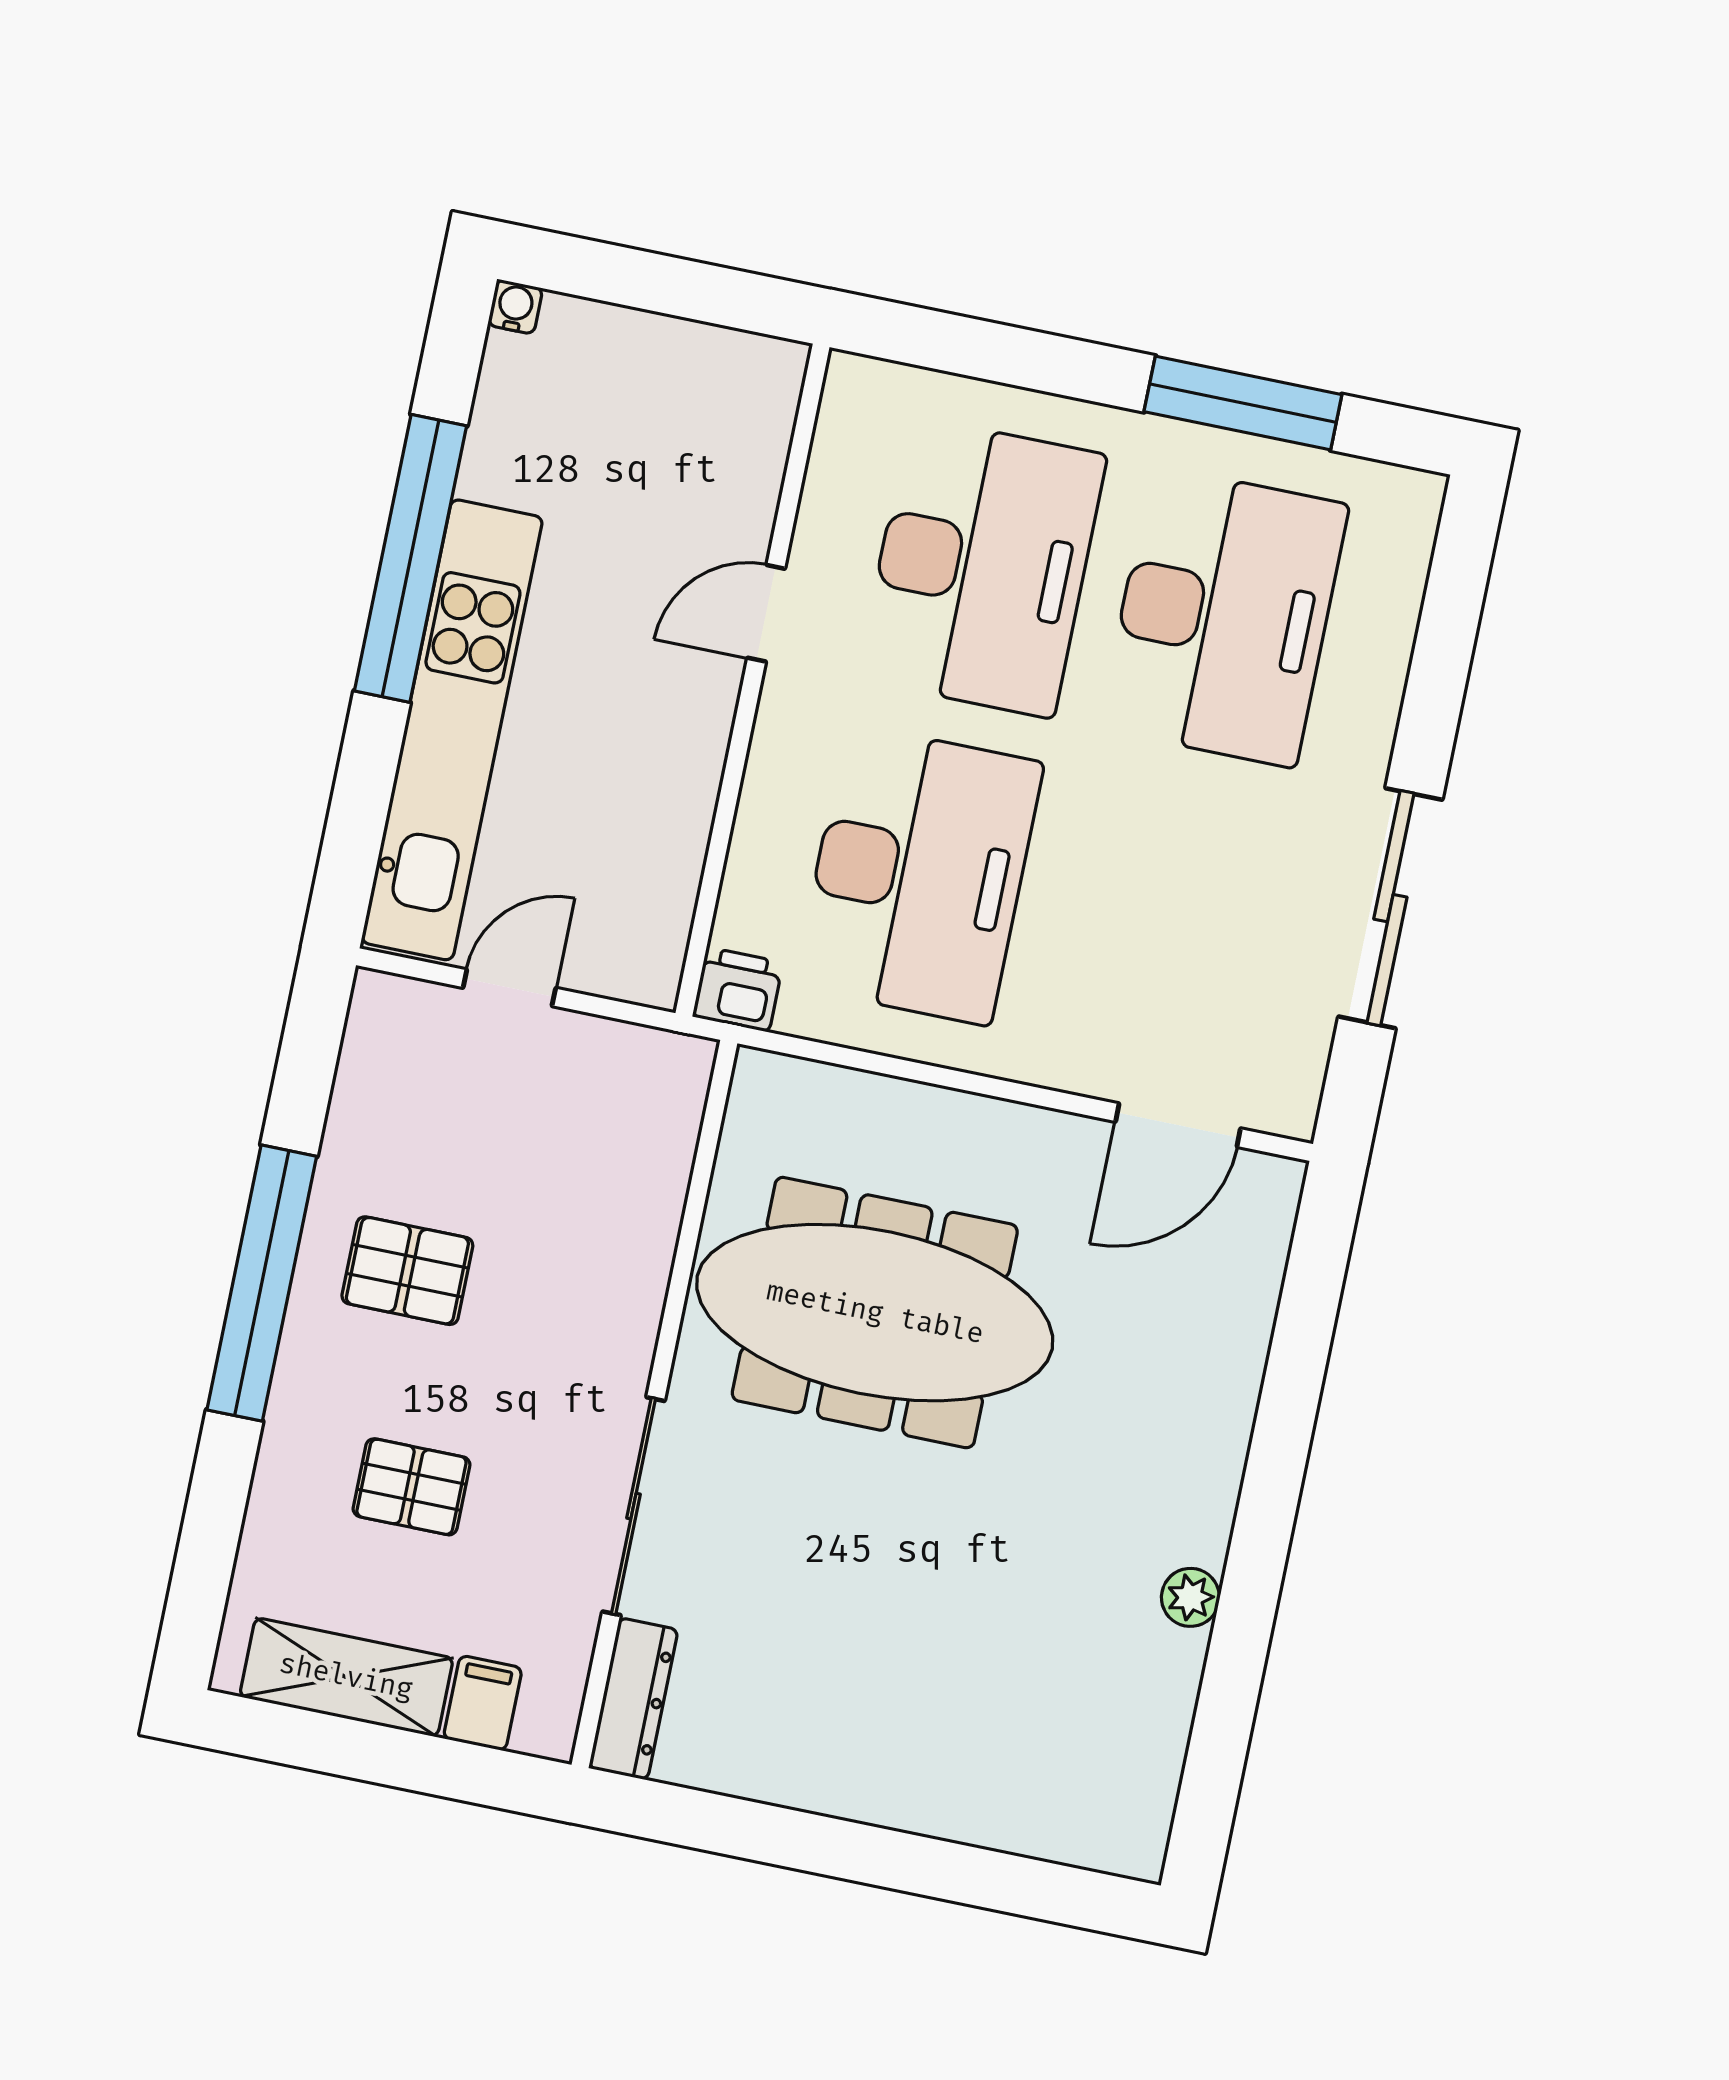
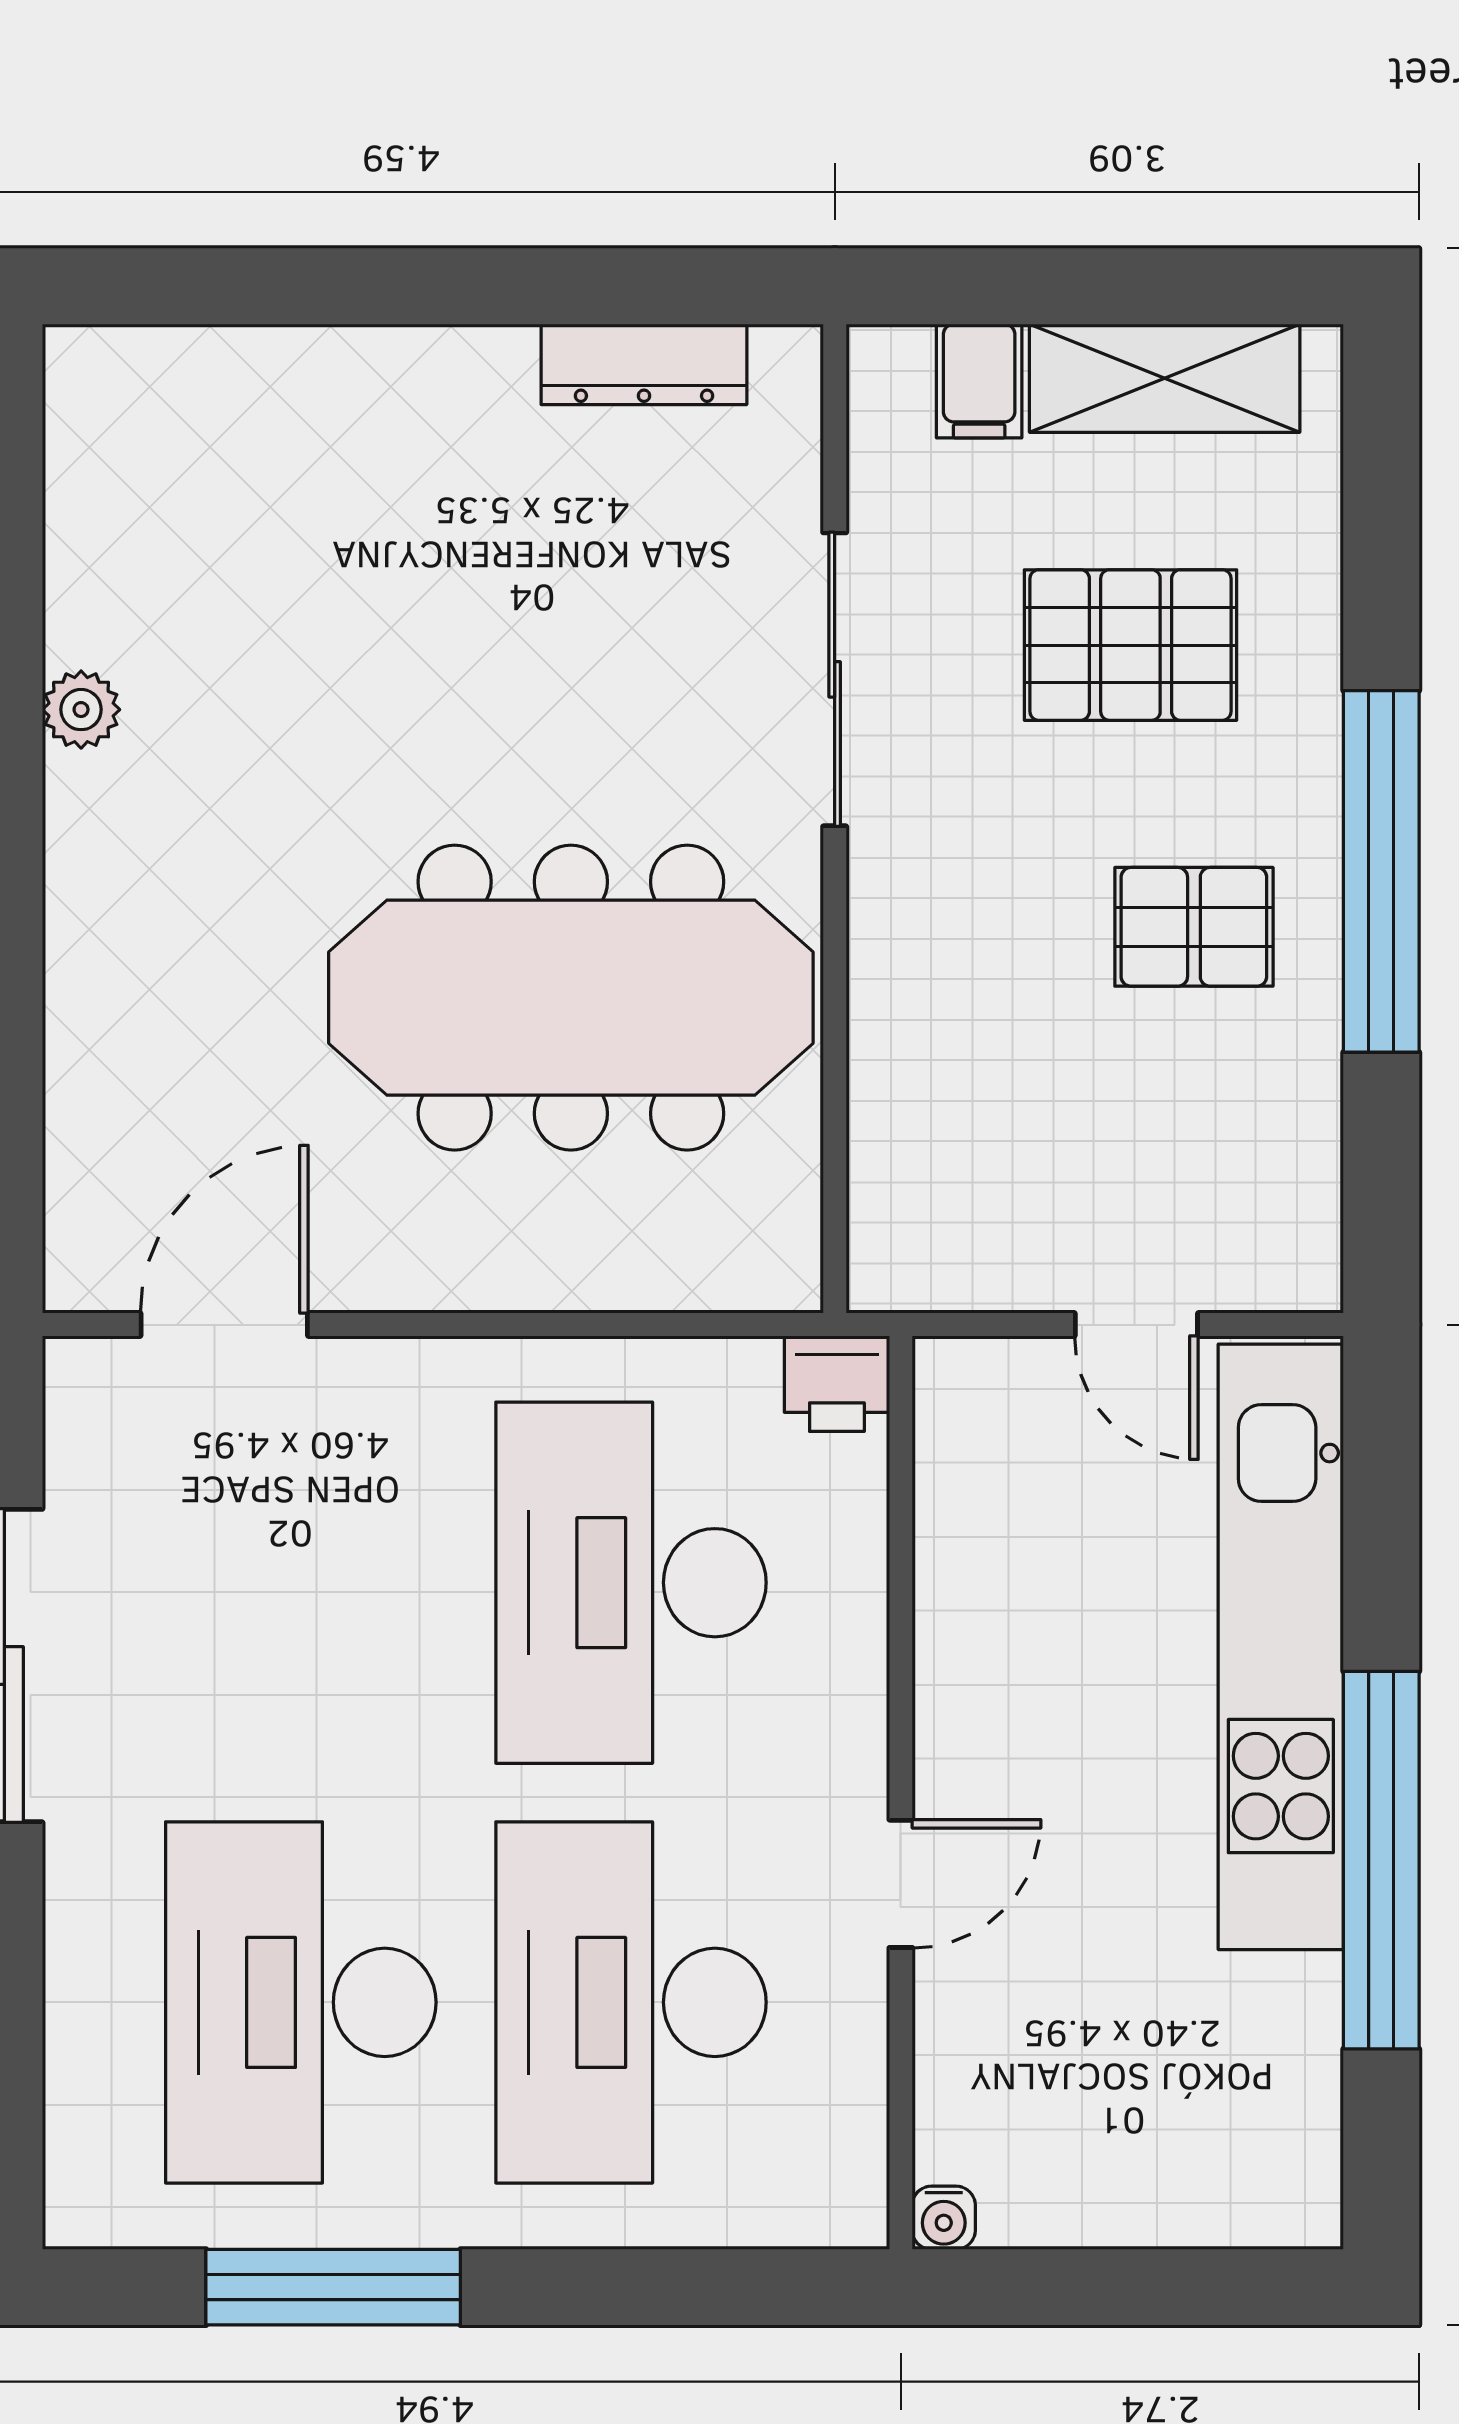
water cooler: (515, 307) -> (944, 2218), moved
door: (509, 988) -> (1136, 1325), hinge flipped
pallet: (411, 1487) -> (1130, 645), width x1.50, depth x1.42
dresser: (633, 1699) -> (644, 364), moved, turned -90

